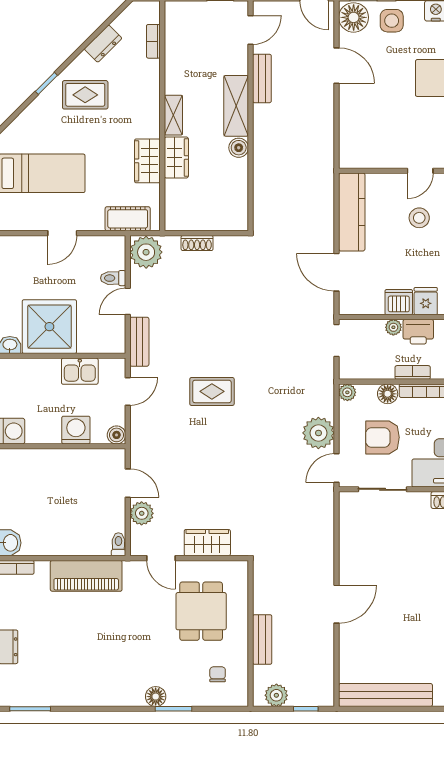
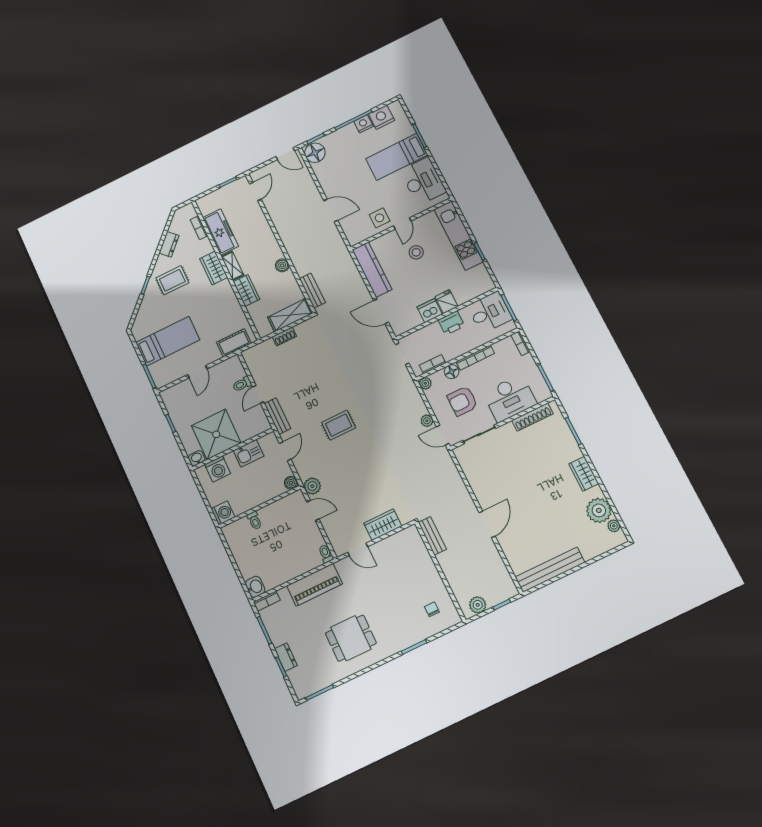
side table: (392, 21) -> (380, 218), moved
freezer: (179, 62) -> (221, 232), added
door: (337, 66) -> (331, 211), moved
bench: (262, 78) -> (312, 291), moved
shelving: (236, 106) -> (290, 315), moved, turned 90
wardrobe: (147, 161) -> (214, 268), moved
plant: (146, 252) -> (255, 358), removed
plant: (393, 327) -> (434, 328), removed
bookcase: (413, 372) -> (432, 364), moved
washing machine: (76, 430) -> (218, 469), moved, turned 180
plant: (318, 433) -> (427, 421), width x0.53, depth x0.53
toilet: (48, 460) -> (255, 521), added
door: (337, 468) -> (443, 435), hinge flipped
plant: (142, 513) -> (312, 486), moved
dining table: (201, 611) -> (351, 638), moved, turned 90
bench: (262, 640) -> (432, 536), moved
floor lamp: (156, 697) -> (398, 644), removed

